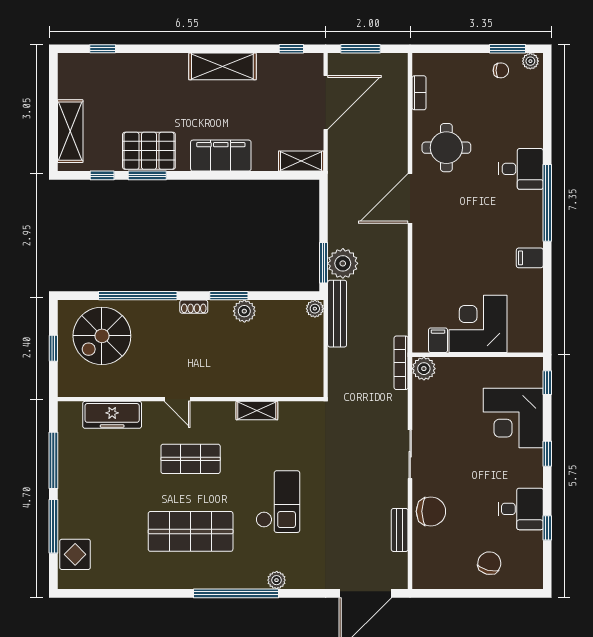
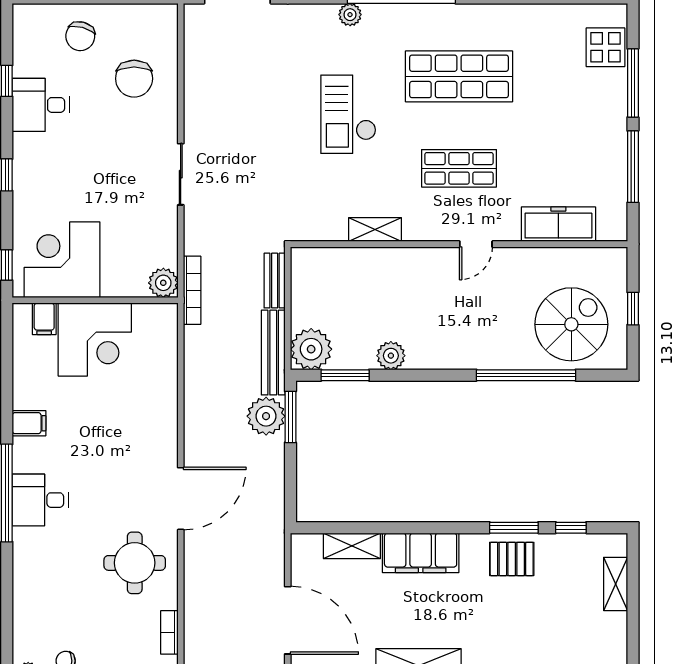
door: (326, 102) -> (288, 620), swing flipped
shelving: (70, 131) -> (616, 584), width x0.67, depth x0.75
pallet: (149, 151) -> (512, 559), width x0.67, depth x0.71
shelving: (301, 161) -> (352, 546), moved
desk: (521, 169) -> (40, 500), moved
window: (229, 296) -> (345, 375), moved
shoe rack: (194, 307) -> (455, 361), removed
plant: (315, 309) -> (311, 349), width x1.88, depth x1.88
filing cabinet: (438, 340) -> (44, 319), moved
door: (177, 399) -> (476, 244), swing flipped
corner desk: (513, 418) -> (62, 260), moved, turned -90
chair: (431, 511) -> (134, 79), moved, turned -90
bench: (400, 530) -> (275, 281), moved

